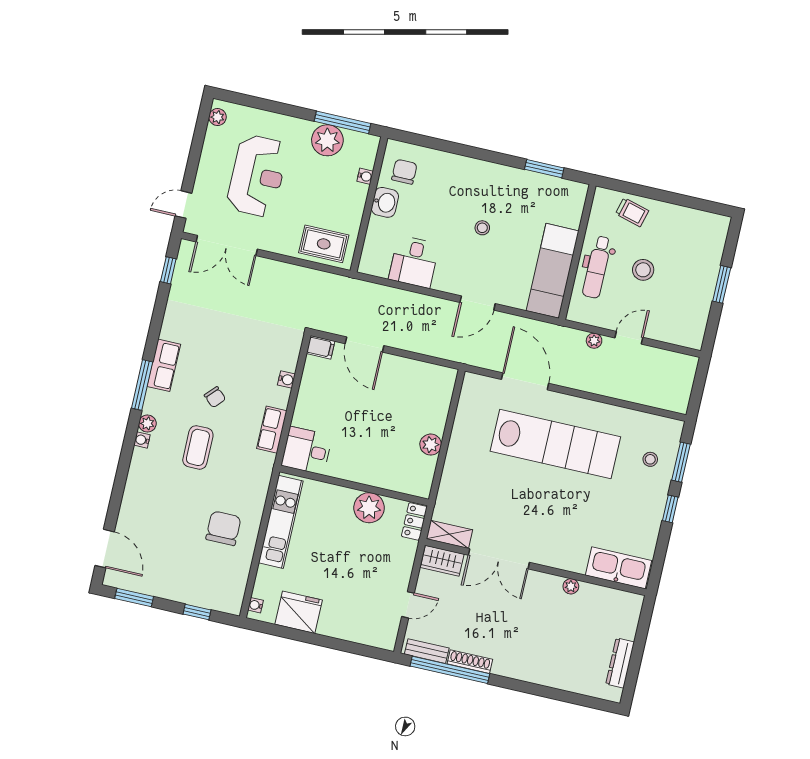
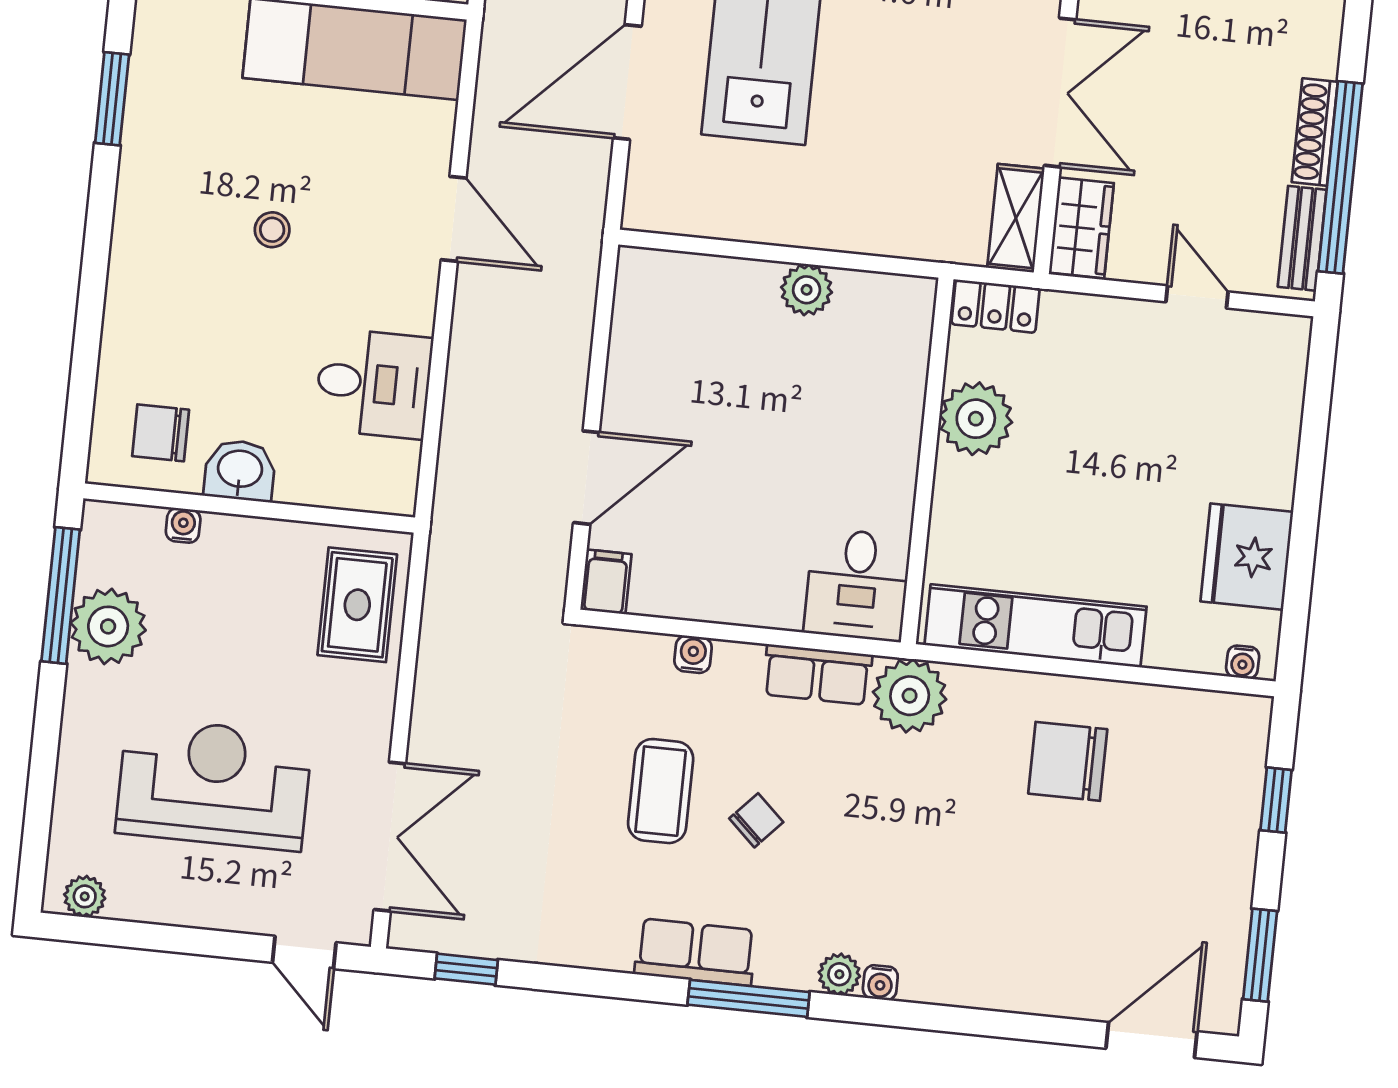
coffee table: (198, 447) -> (661, 791), moved, turned 90
plant: (258, 466) -> (910, 696), added

